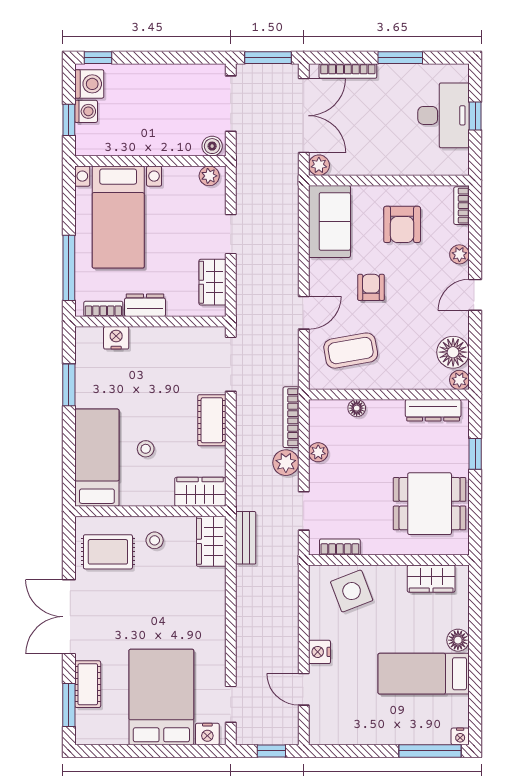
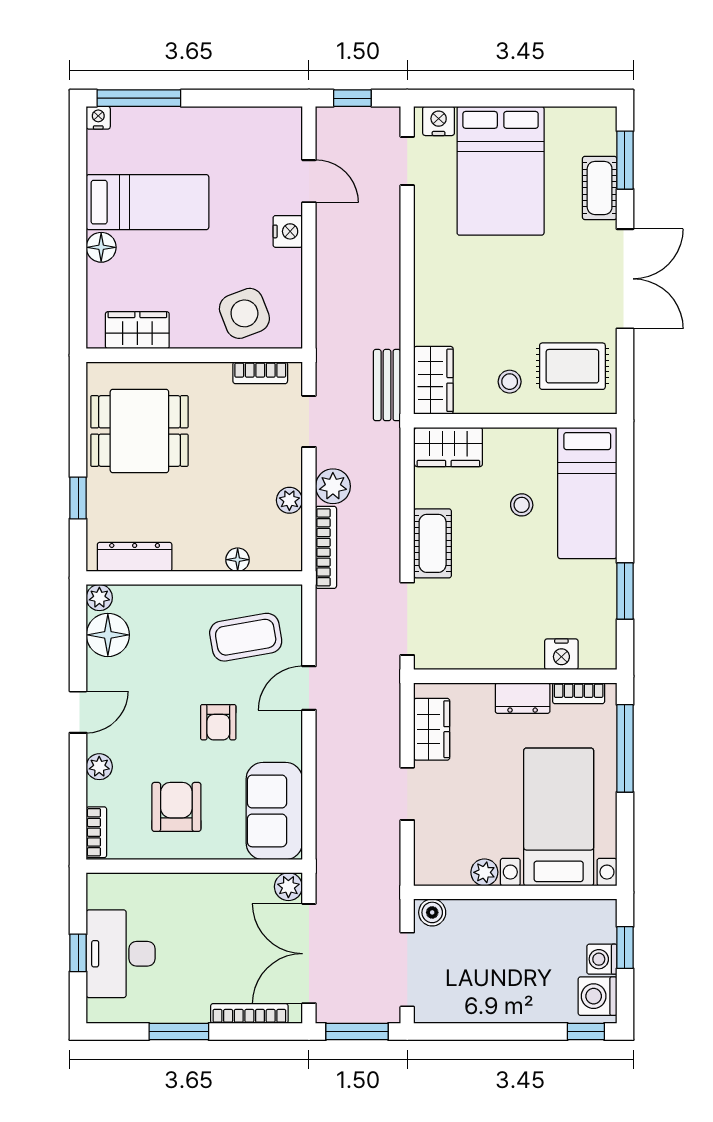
plant: (209, 176) -> (484, 872), moved

